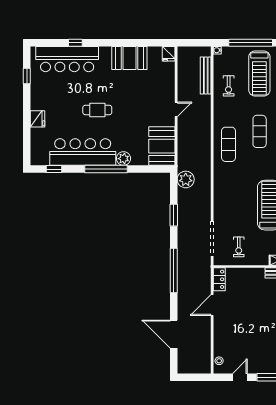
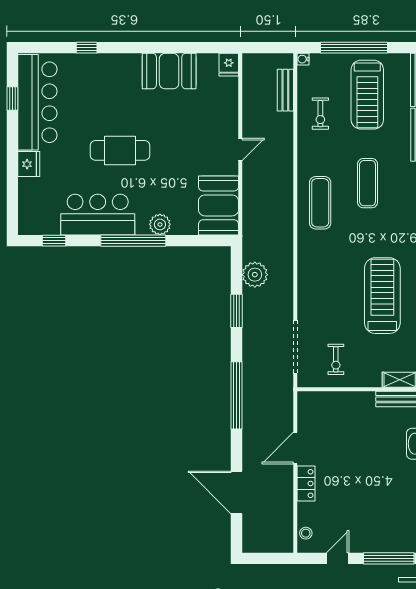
bar counter: (67, 59) -> (37, 102), moved, turned -90
bench: (206, 76) -> (285, 90), width x0.73
cafe table: (97, 110) -> (120, 150), width x1.37, depth x1.35
bar counter: (83, 152) -> (98, 215), width x0.73
plant: (186, 179) -> (255, 275), moved
locker: (219, 279) -> (306, 484), moved

